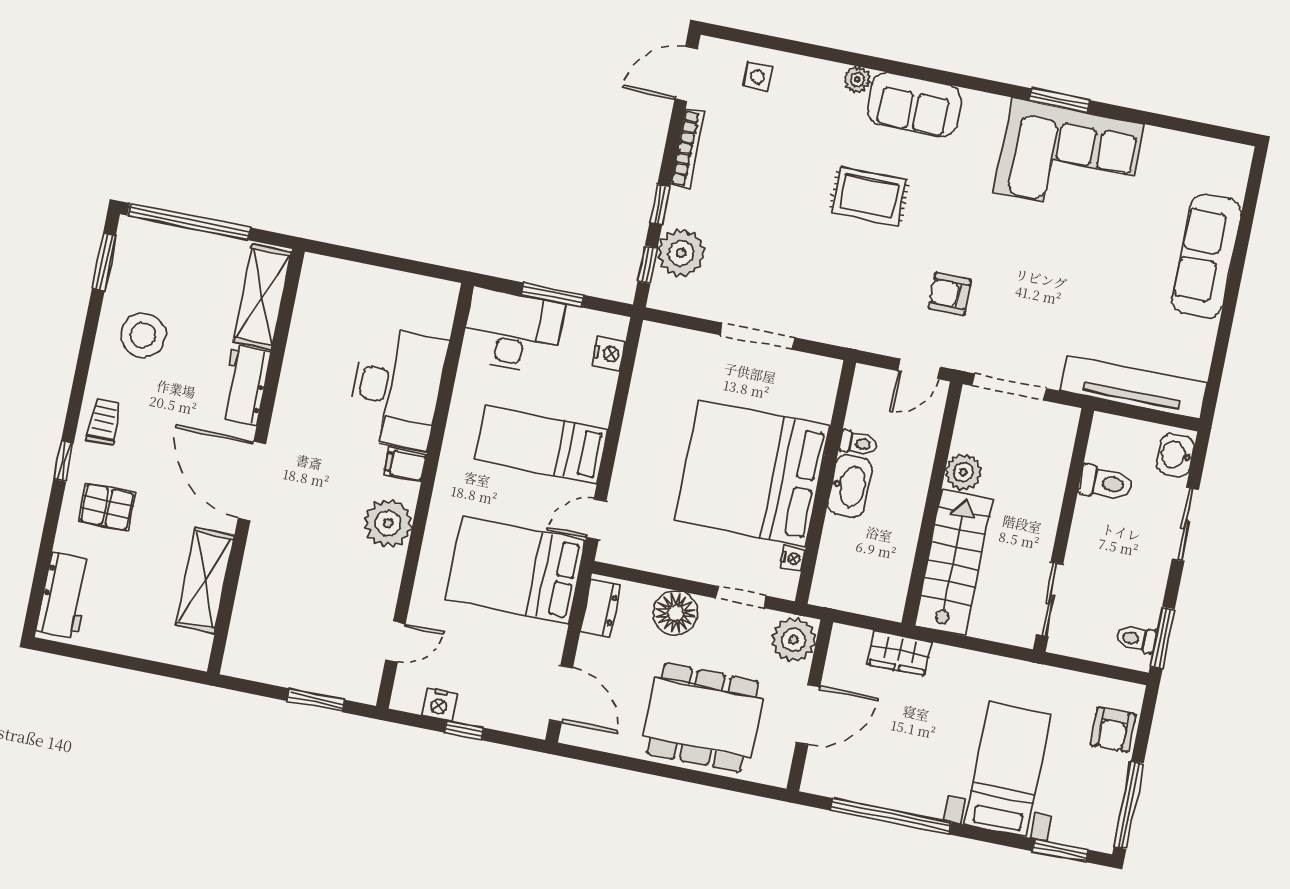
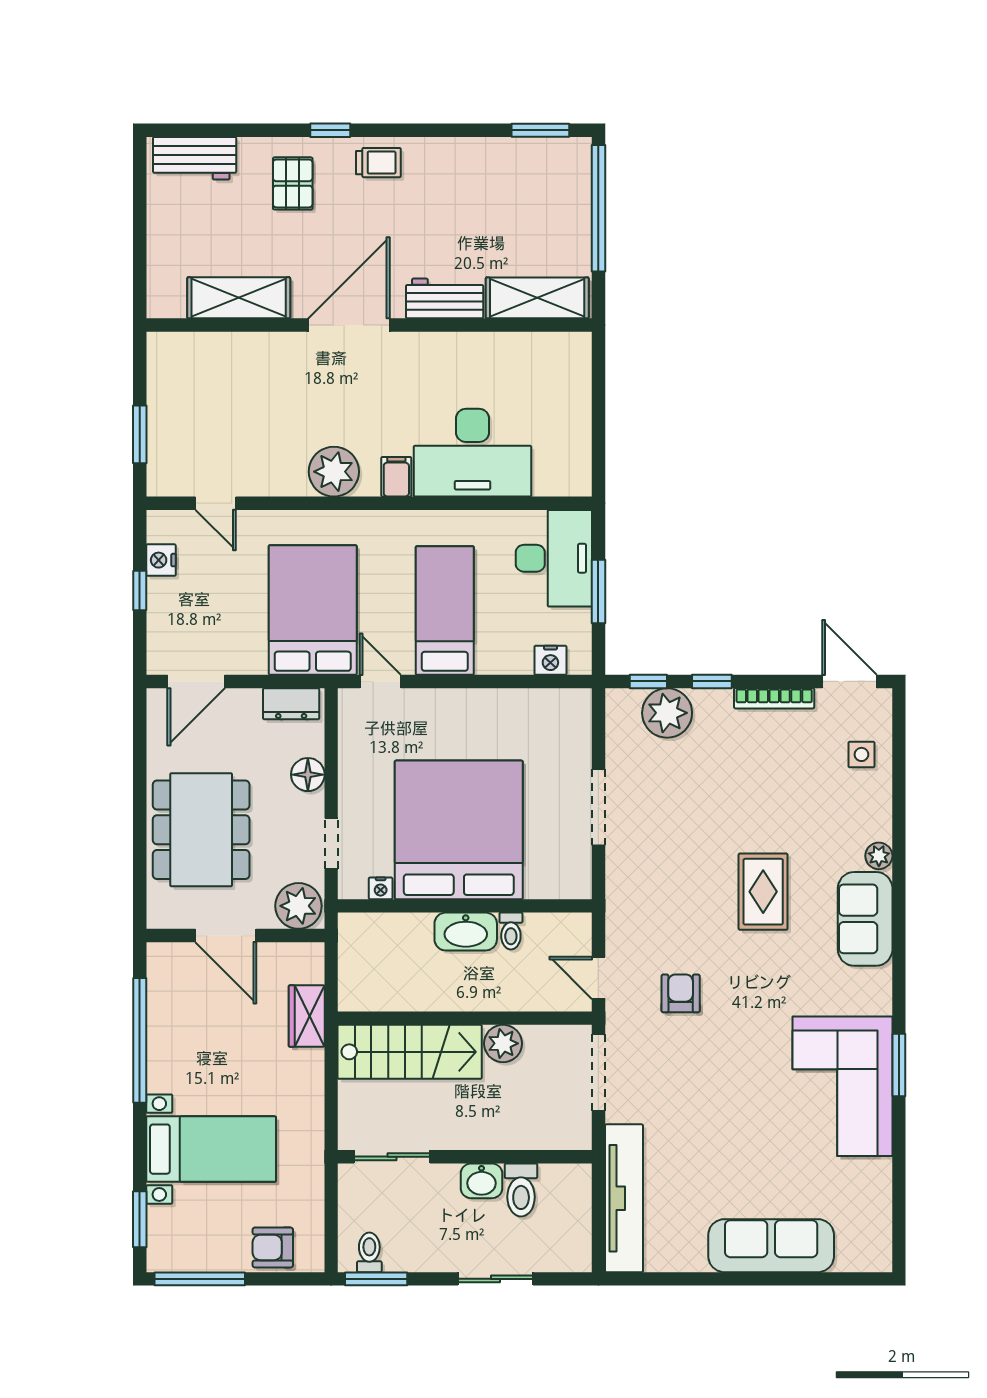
stool: (143, 335) -> (474, 185), removed
washbasin: (1175, 455) -> (482, 1181), moved, turned 180
floor lamp: (675, 613) -> (308, 775), width x0.73, depth x0.73

